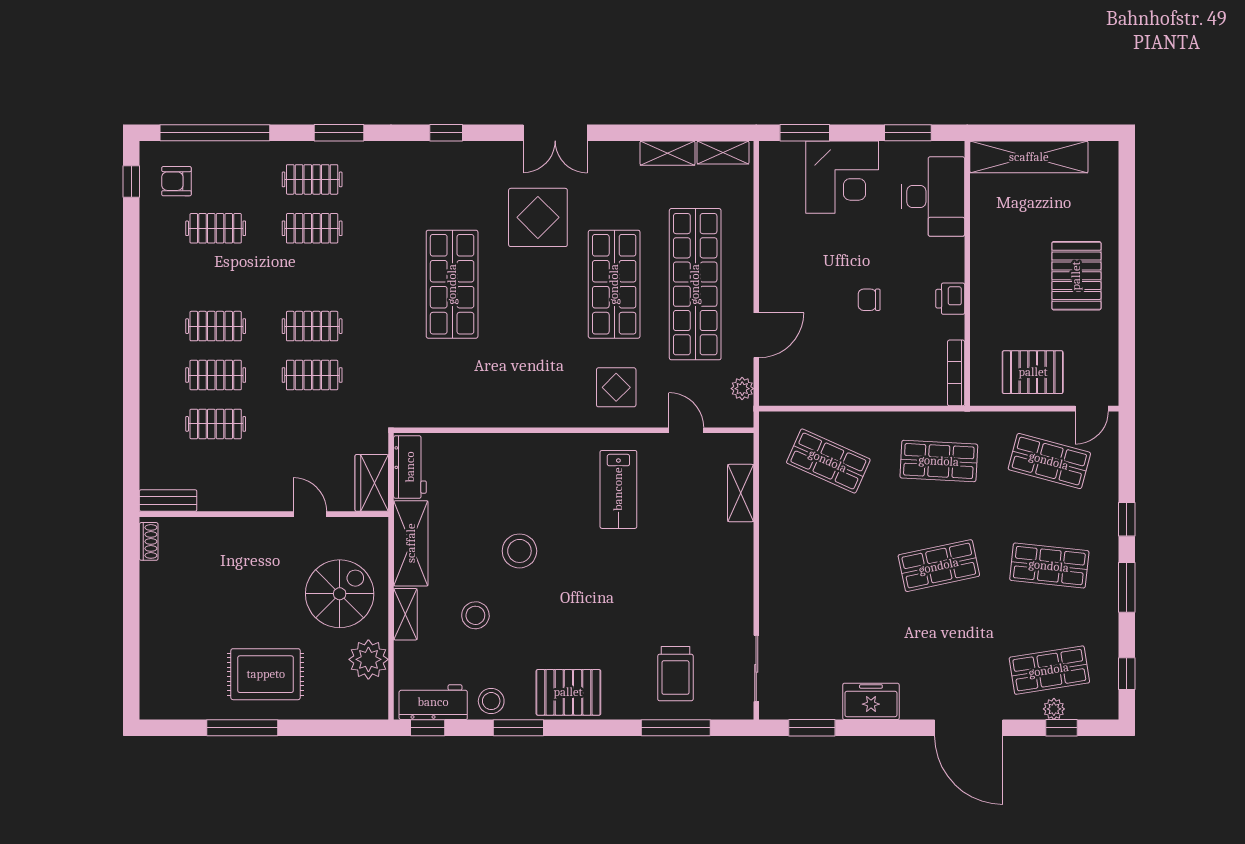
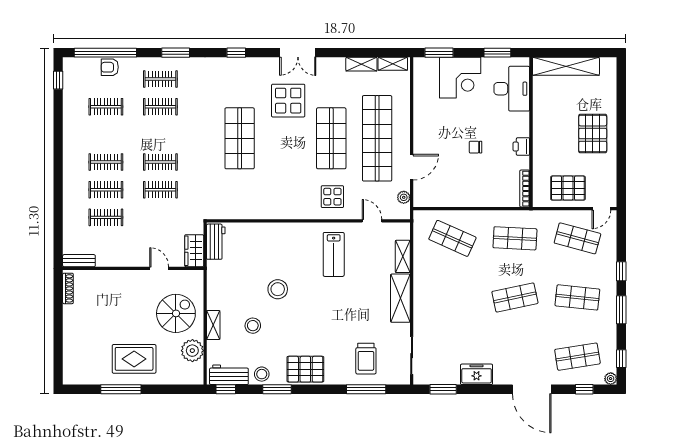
armchair: (176, 181) -> (110, 67), moved
shoe rack: (149, 541) -> (68, 288), width x1.43
shelving: (411, 543) -> (400, 298), moved
plant: (1054, 709) -> (611, 379), moved

